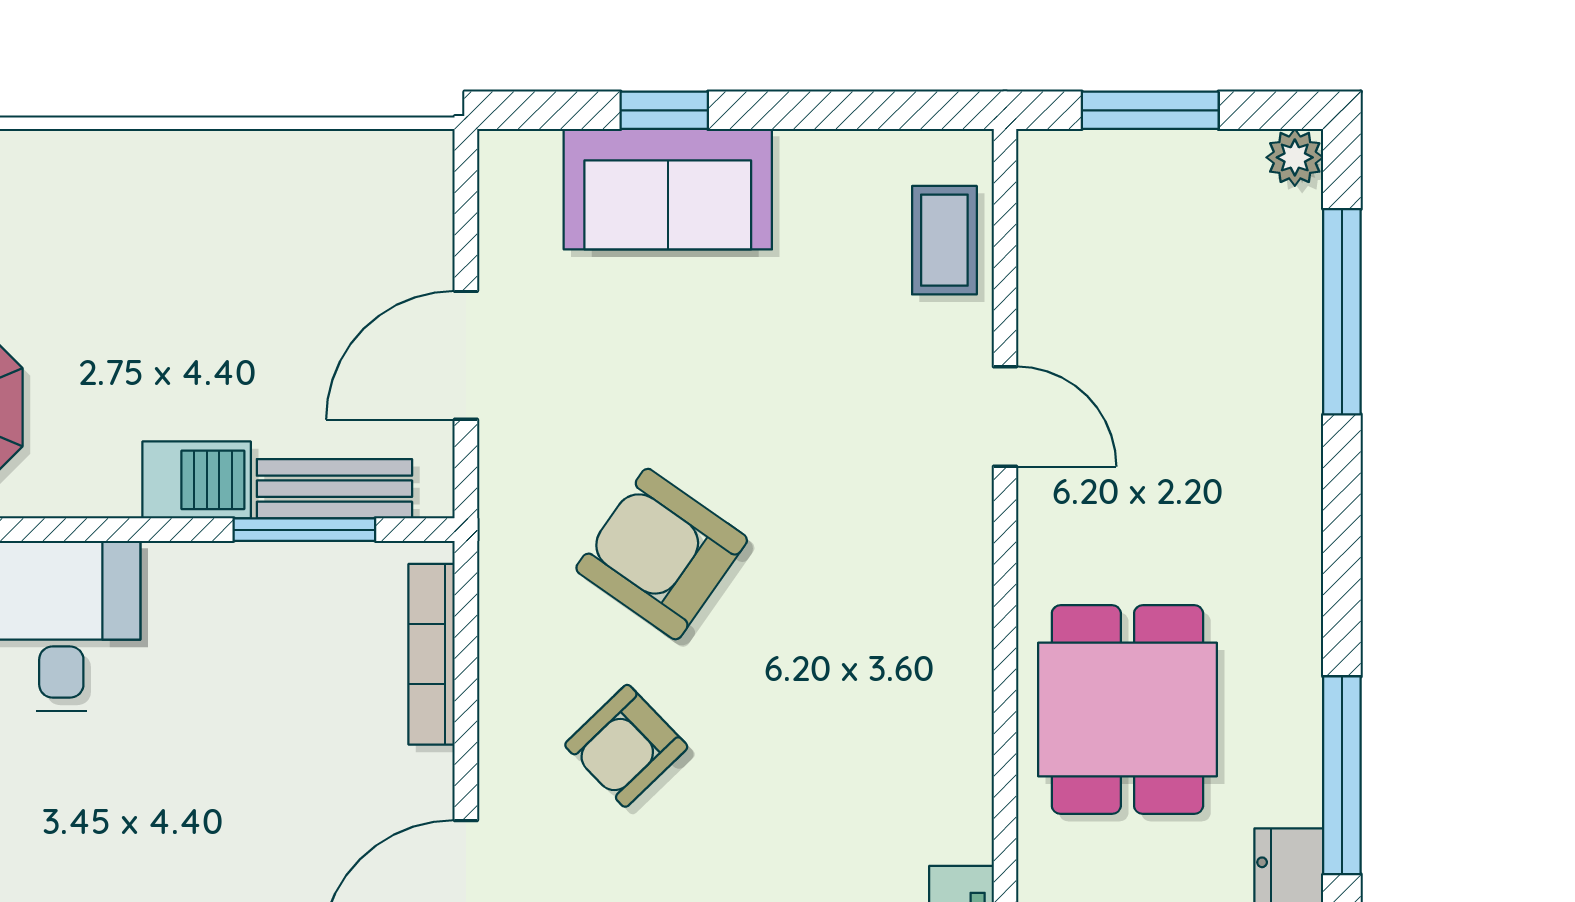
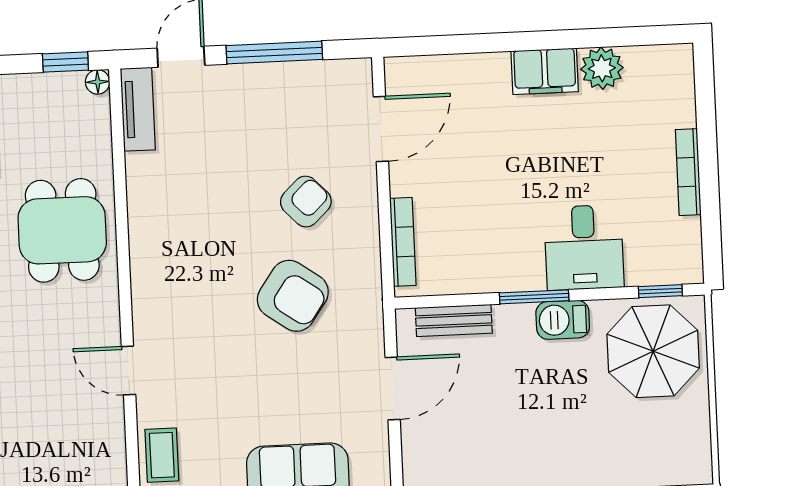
barbecue: (197, 480) -> (563, 320), moved
window: (304, 530) -> (534, 297), moved

